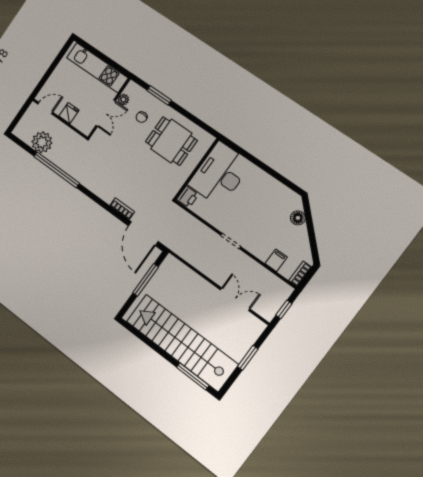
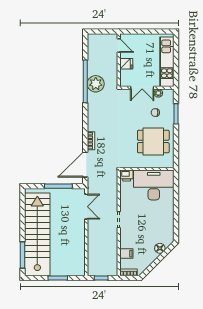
dining table: (171, 141) -> (153, 141), turned 90
plant: (42, 142) -> (96, 84), moved
double door: (235, 299) -> (86, 207), moved

